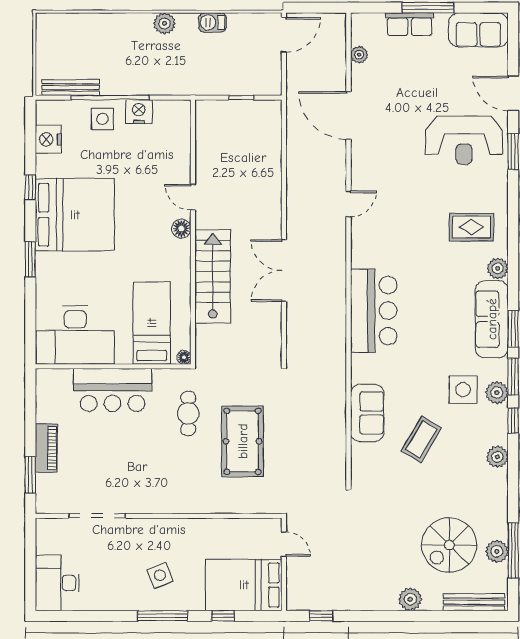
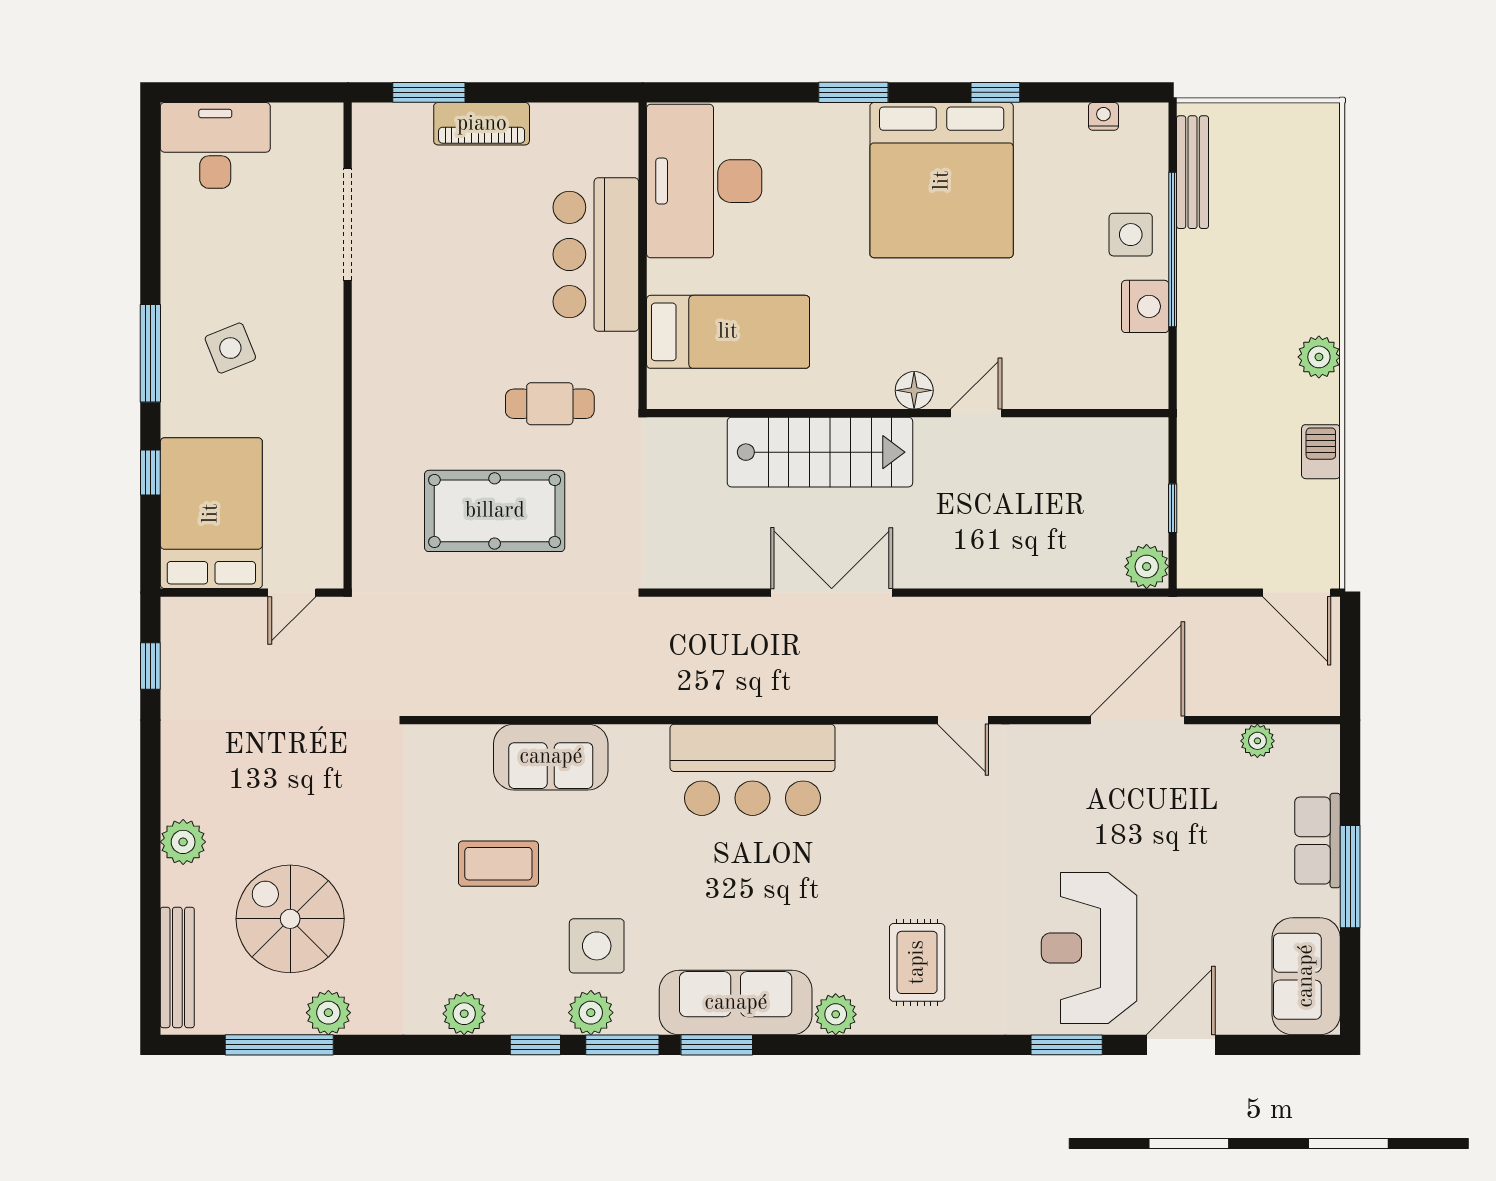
plant: (271, 111) -> (1147, 566), added
nightstand: (48, 139) -> (1103, 116), width x0.53, depth x0.56
floor lamp: (184, 357) -> (660, 395), removed
coffee table: (421, 439) -> (498, 864), turned -31
plant: (497, 551) -> (328, 1013), moved

